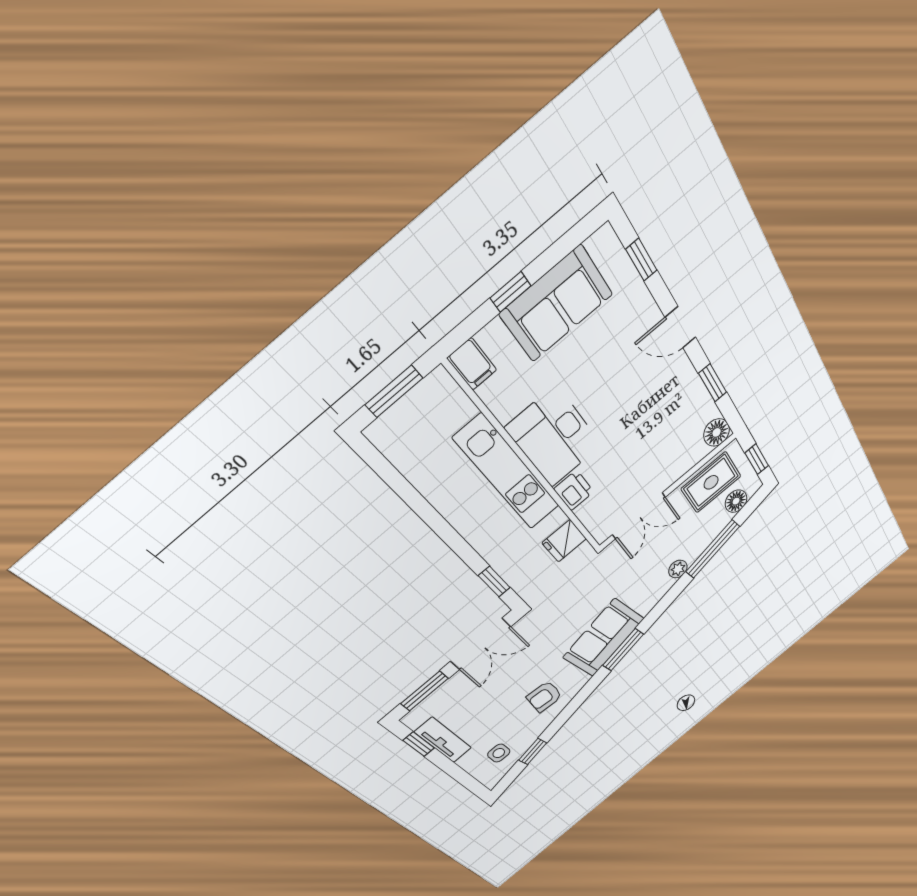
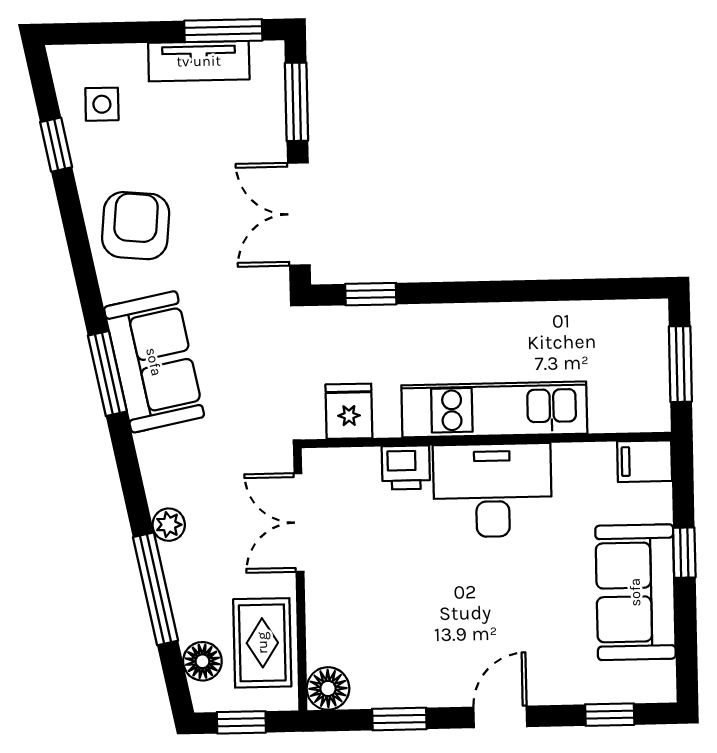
armchair: (544, 697) -> (136, 226), width x1.38, depth x1.38
window: (419, 744) -> (223, 31), width x1.50

